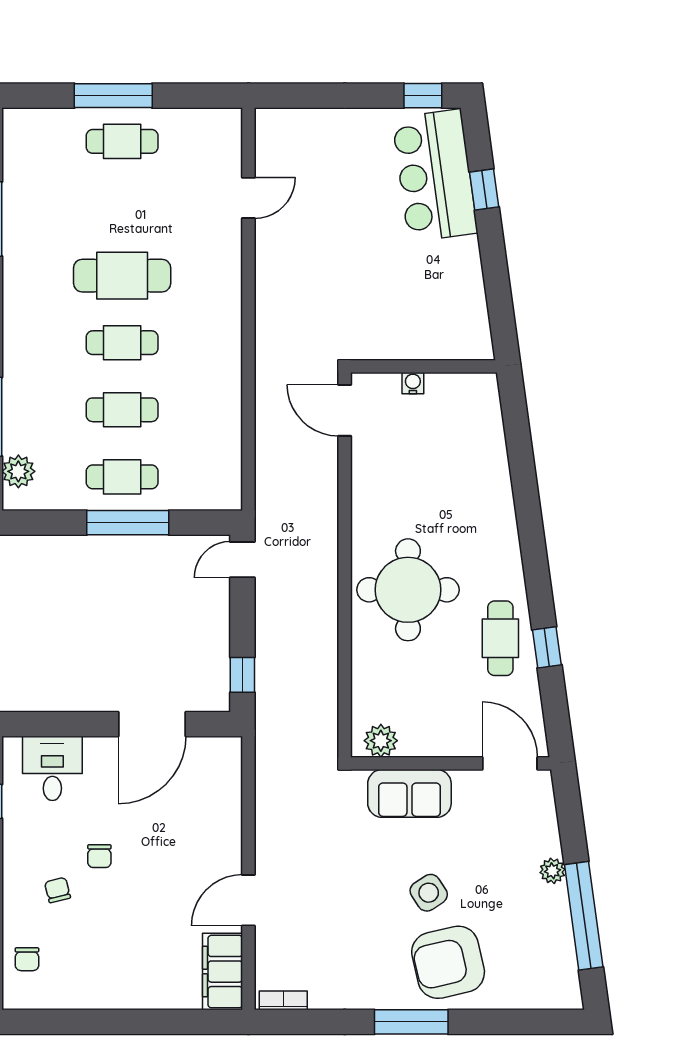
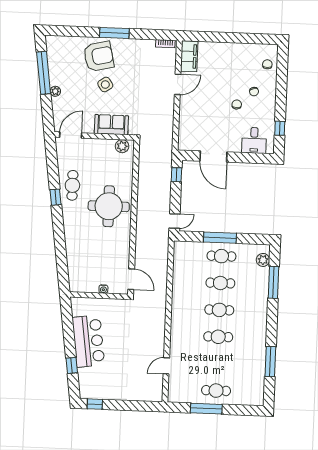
window: (113, 96) -> (206, 409), moved
bar counter: (435, 175) -> (88, 341), moved
cafe table: (122, 276) -> (218, 337), width x0.73, depth x0.74
window: (547, 647) -> (56, 197), moved
door: (152, 724) -> (213, 156), swing flipped
door: (510, 763) -> (71, 135), swing flipped

